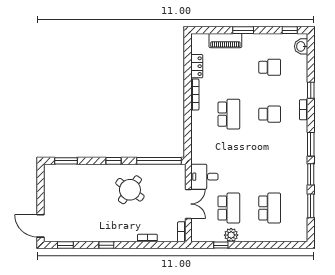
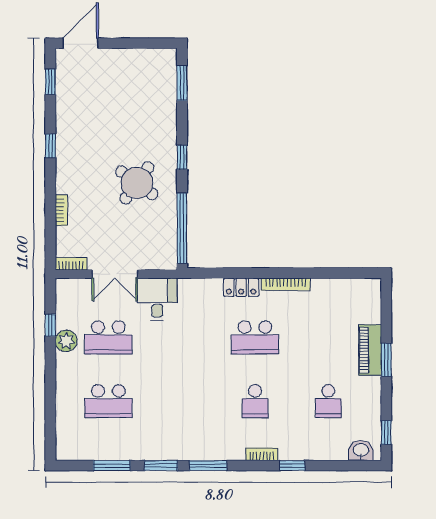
piano: (225, 41) -> (370, 350), moved
locker: (197, 66) -> (241, 287), moved

